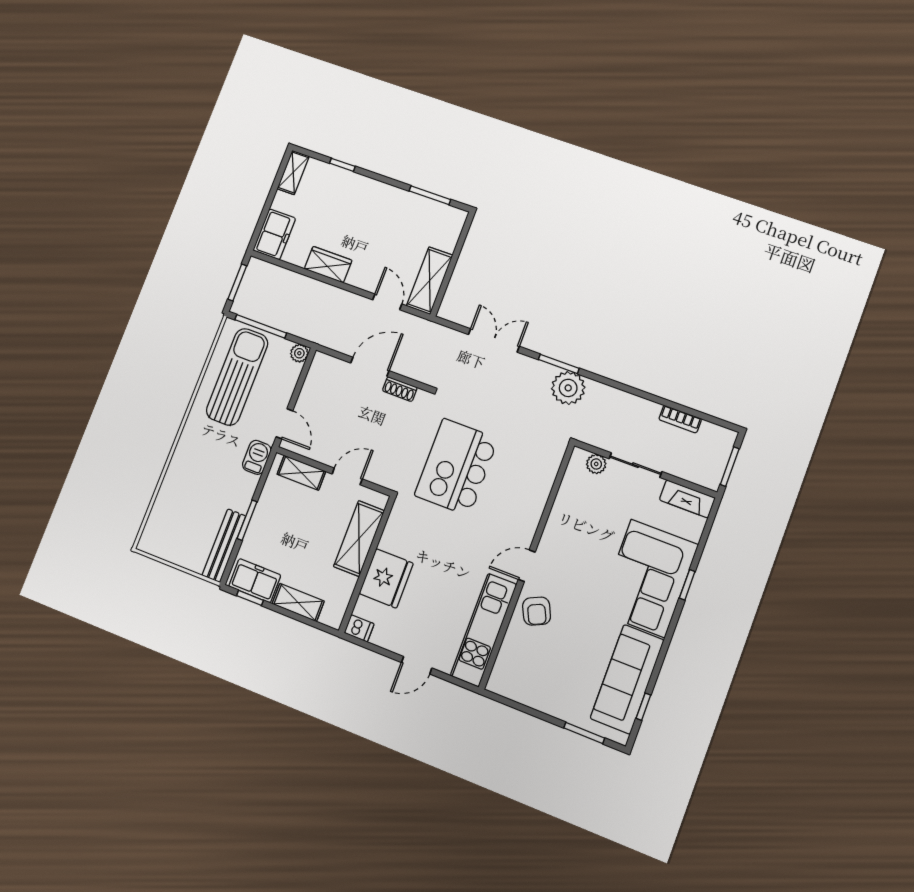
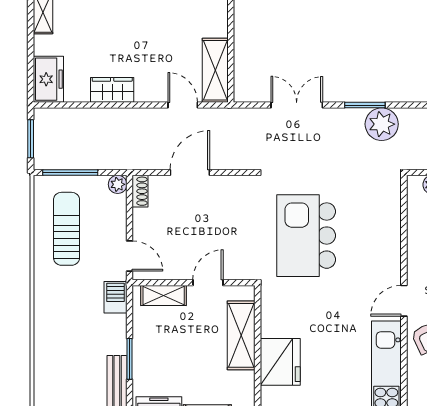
sun lounger: (237, 377) -> (67, 229), width x0.73, depth x0.75
shoe rack: (400, 389) -> (140, 191), moved, turned -90

